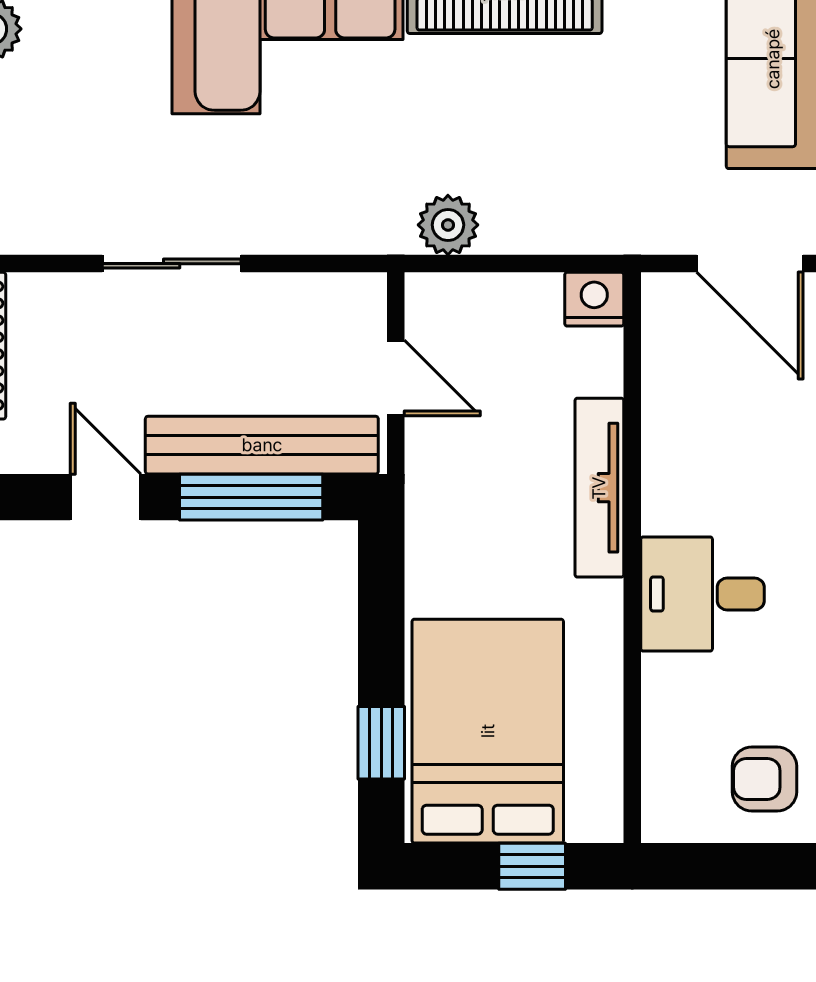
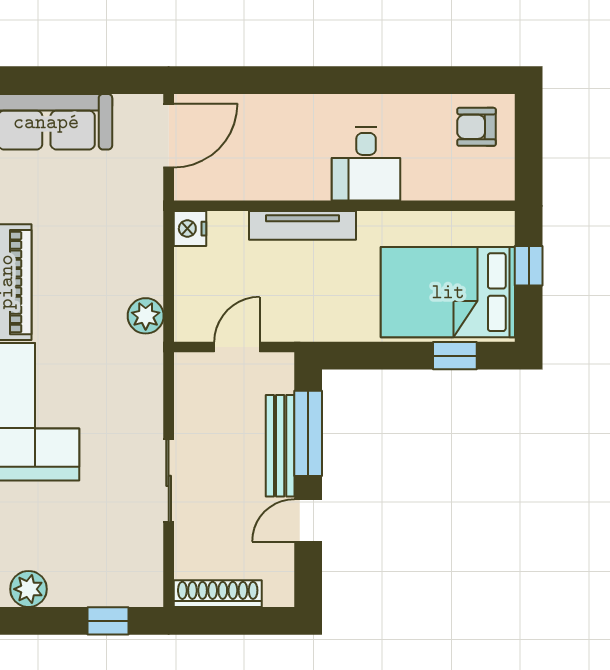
bench: (262, 445) -> (280, 446), width x0.73, depth x0.82
armchair: (764, 779) -> (477, 127), turned 90

